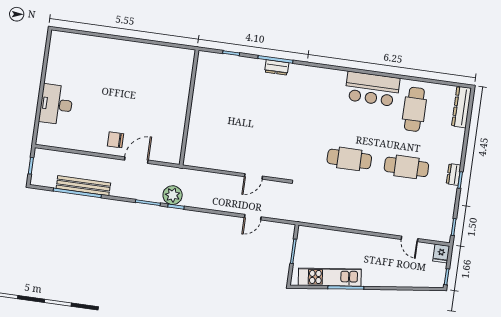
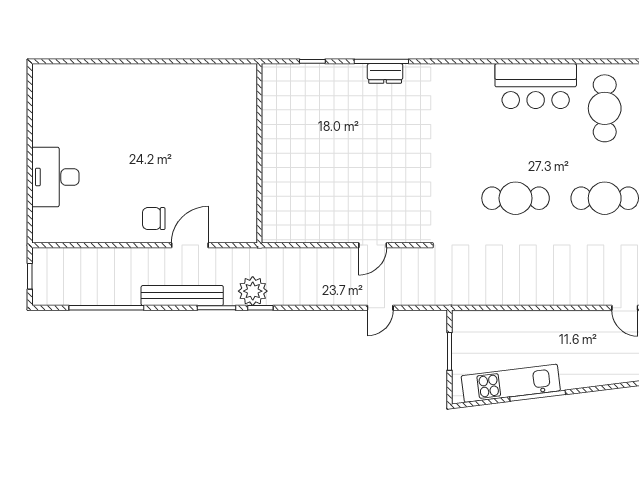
bench: (83, 186) -> (182, 296), moved

